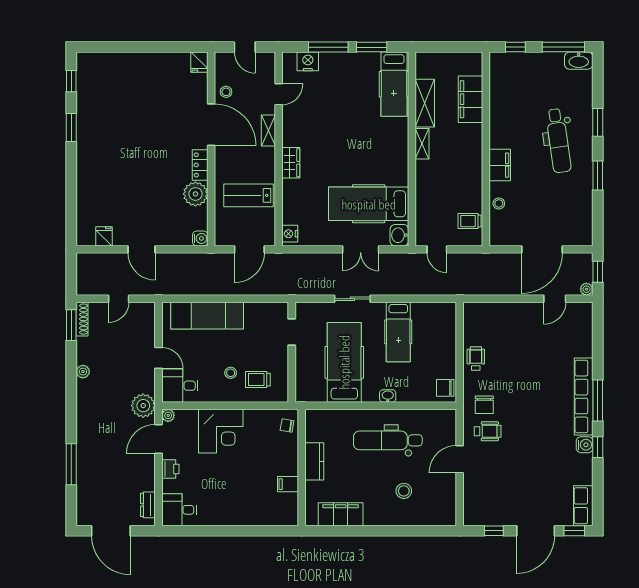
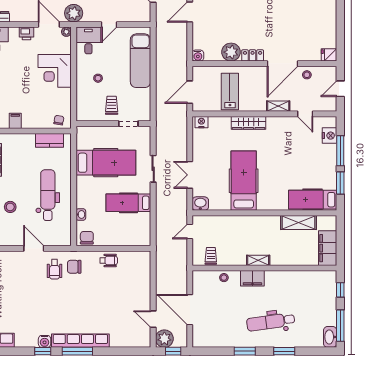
filing cabinet: (470, 99) -> (328, 248), moved, turned -90
shelving: (422, 144) -> (258, 260), moved
wardrobe: (291, 163) -> (248, 123), width x1.50
hospital bed: (369, 204) -> (244, 181), moved
door: (249, 249) -> (190, 92), hinge flipped
plant: (586, 289) -> (164, 339), width x1.88, depth x1.88
trolley: (258, 380) -> (112, 105), moved
washbasin: (388, 396) -> (81, 215), moved
kitchen counter: (314, 461) -> (49, 140), moved

